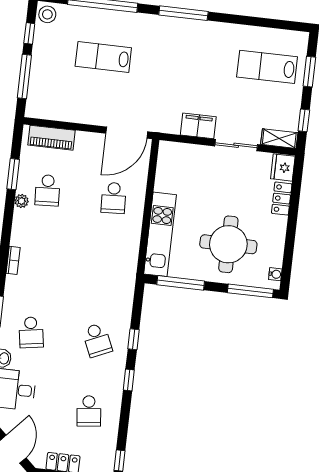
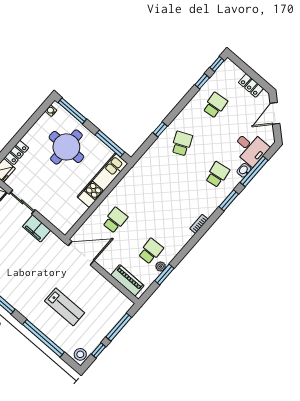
plant: (22, 201) -> (161, 267), moved
window: (129, 380) -> (202, 81), moved

